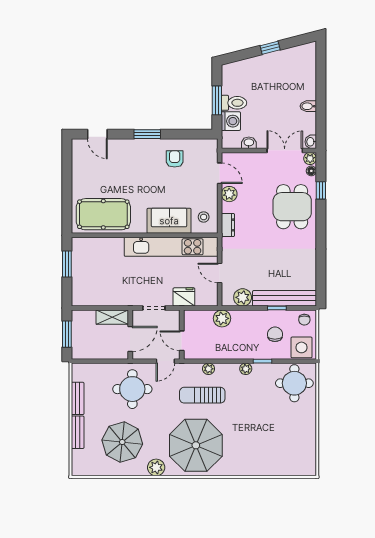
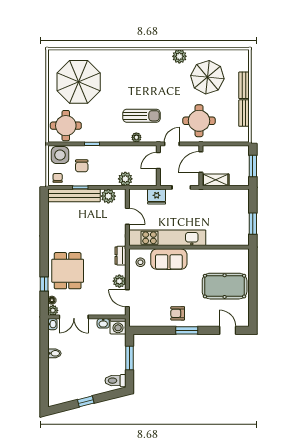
toilet: (234, 103) -> (115, 381), moved
washing machine: (231, 121) -> (118, 326), moved, turned -90
armchair: (175, 159) -> (178, 313), moved, turned 90
pool table: (103, 214) -> (225, 286), moved
door: (182, 341) -> (158, 161), swing flipped
plant: (246, 369) -> (106, 137), removed
parasol: (196, 445) -> (79, 82), moved

